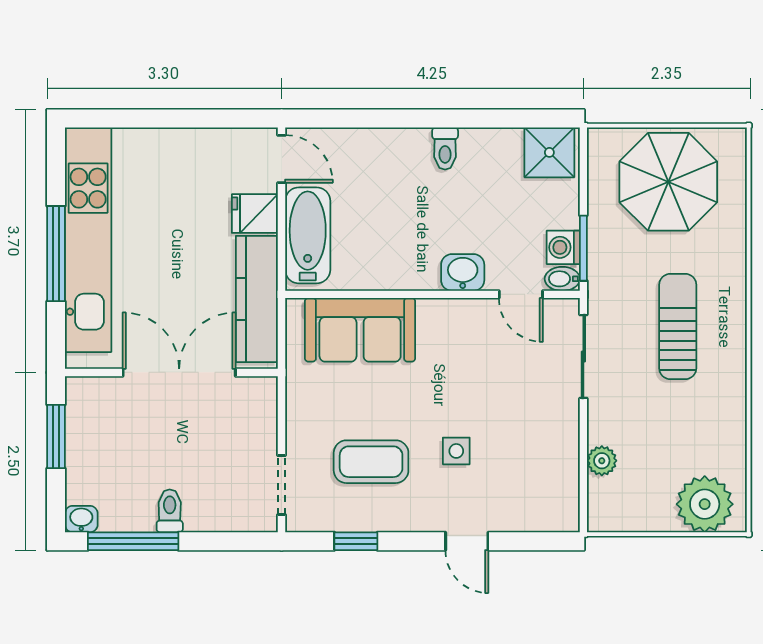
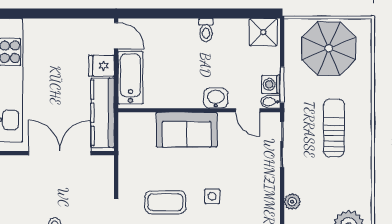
sofa: (360, 330) -> (187, 130), moved

